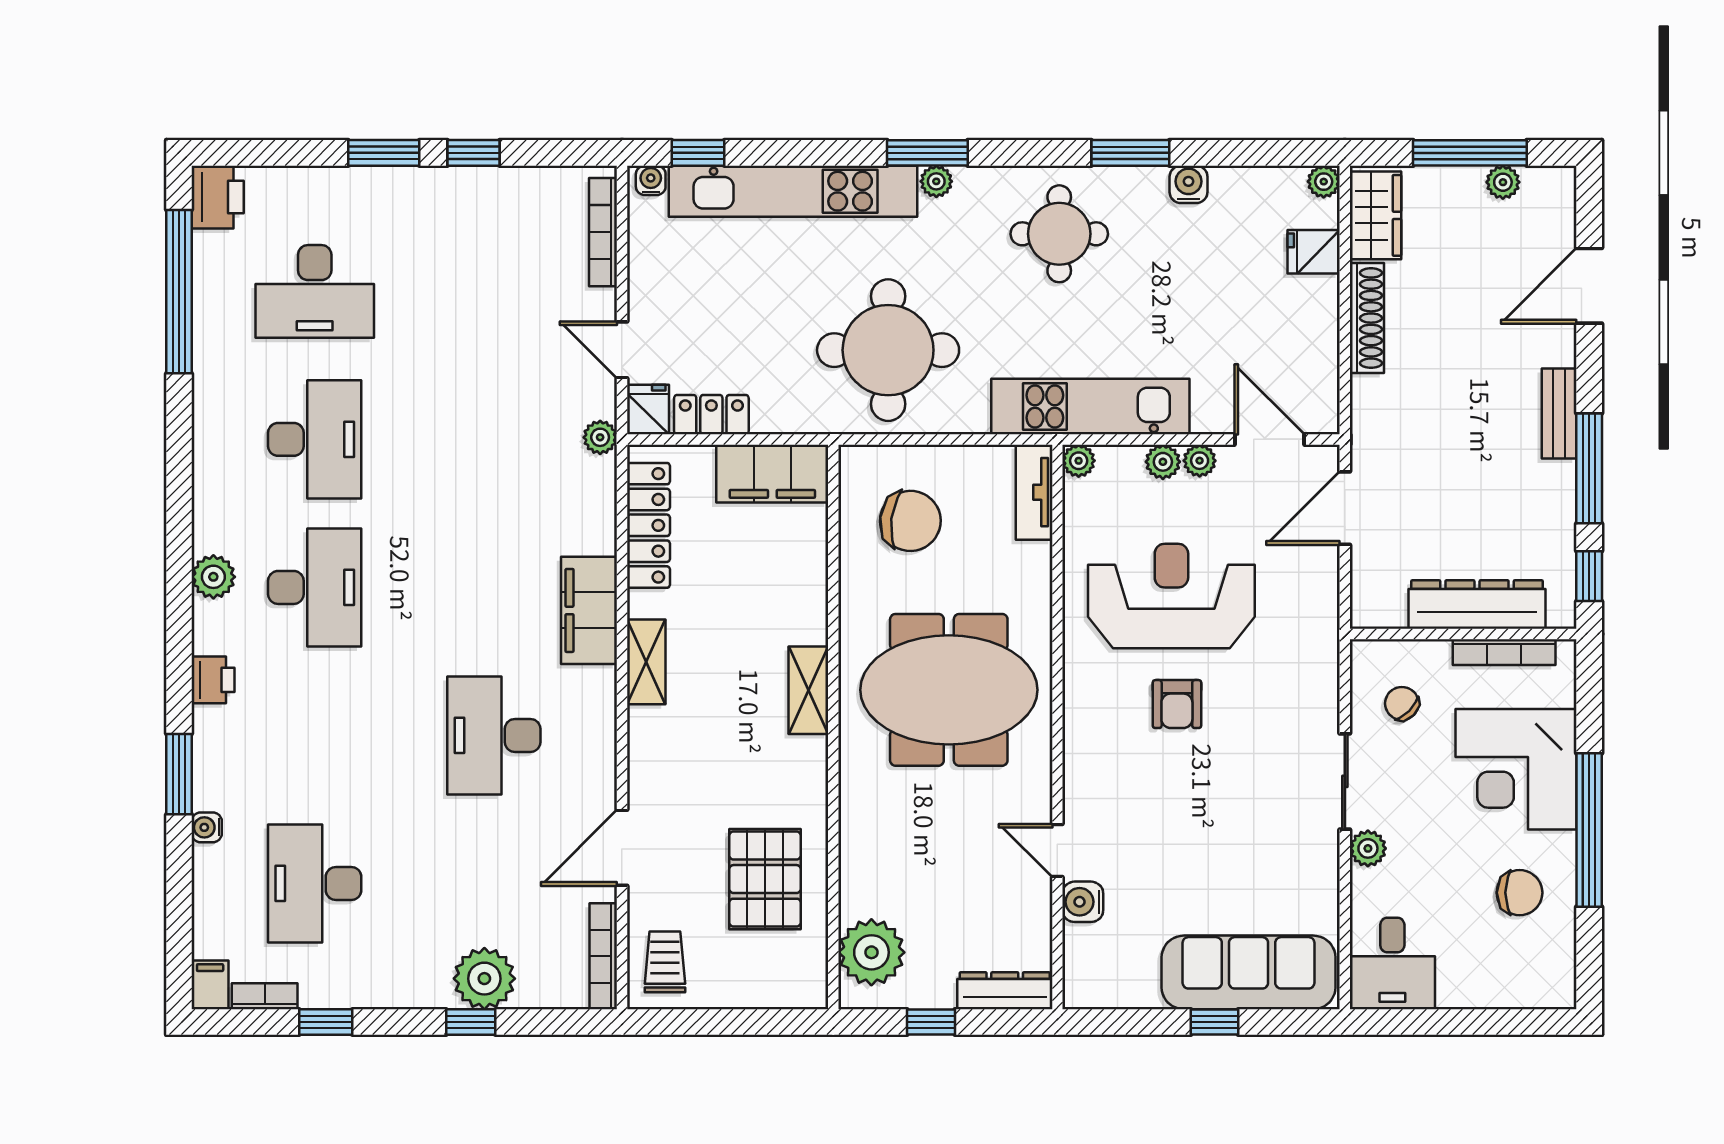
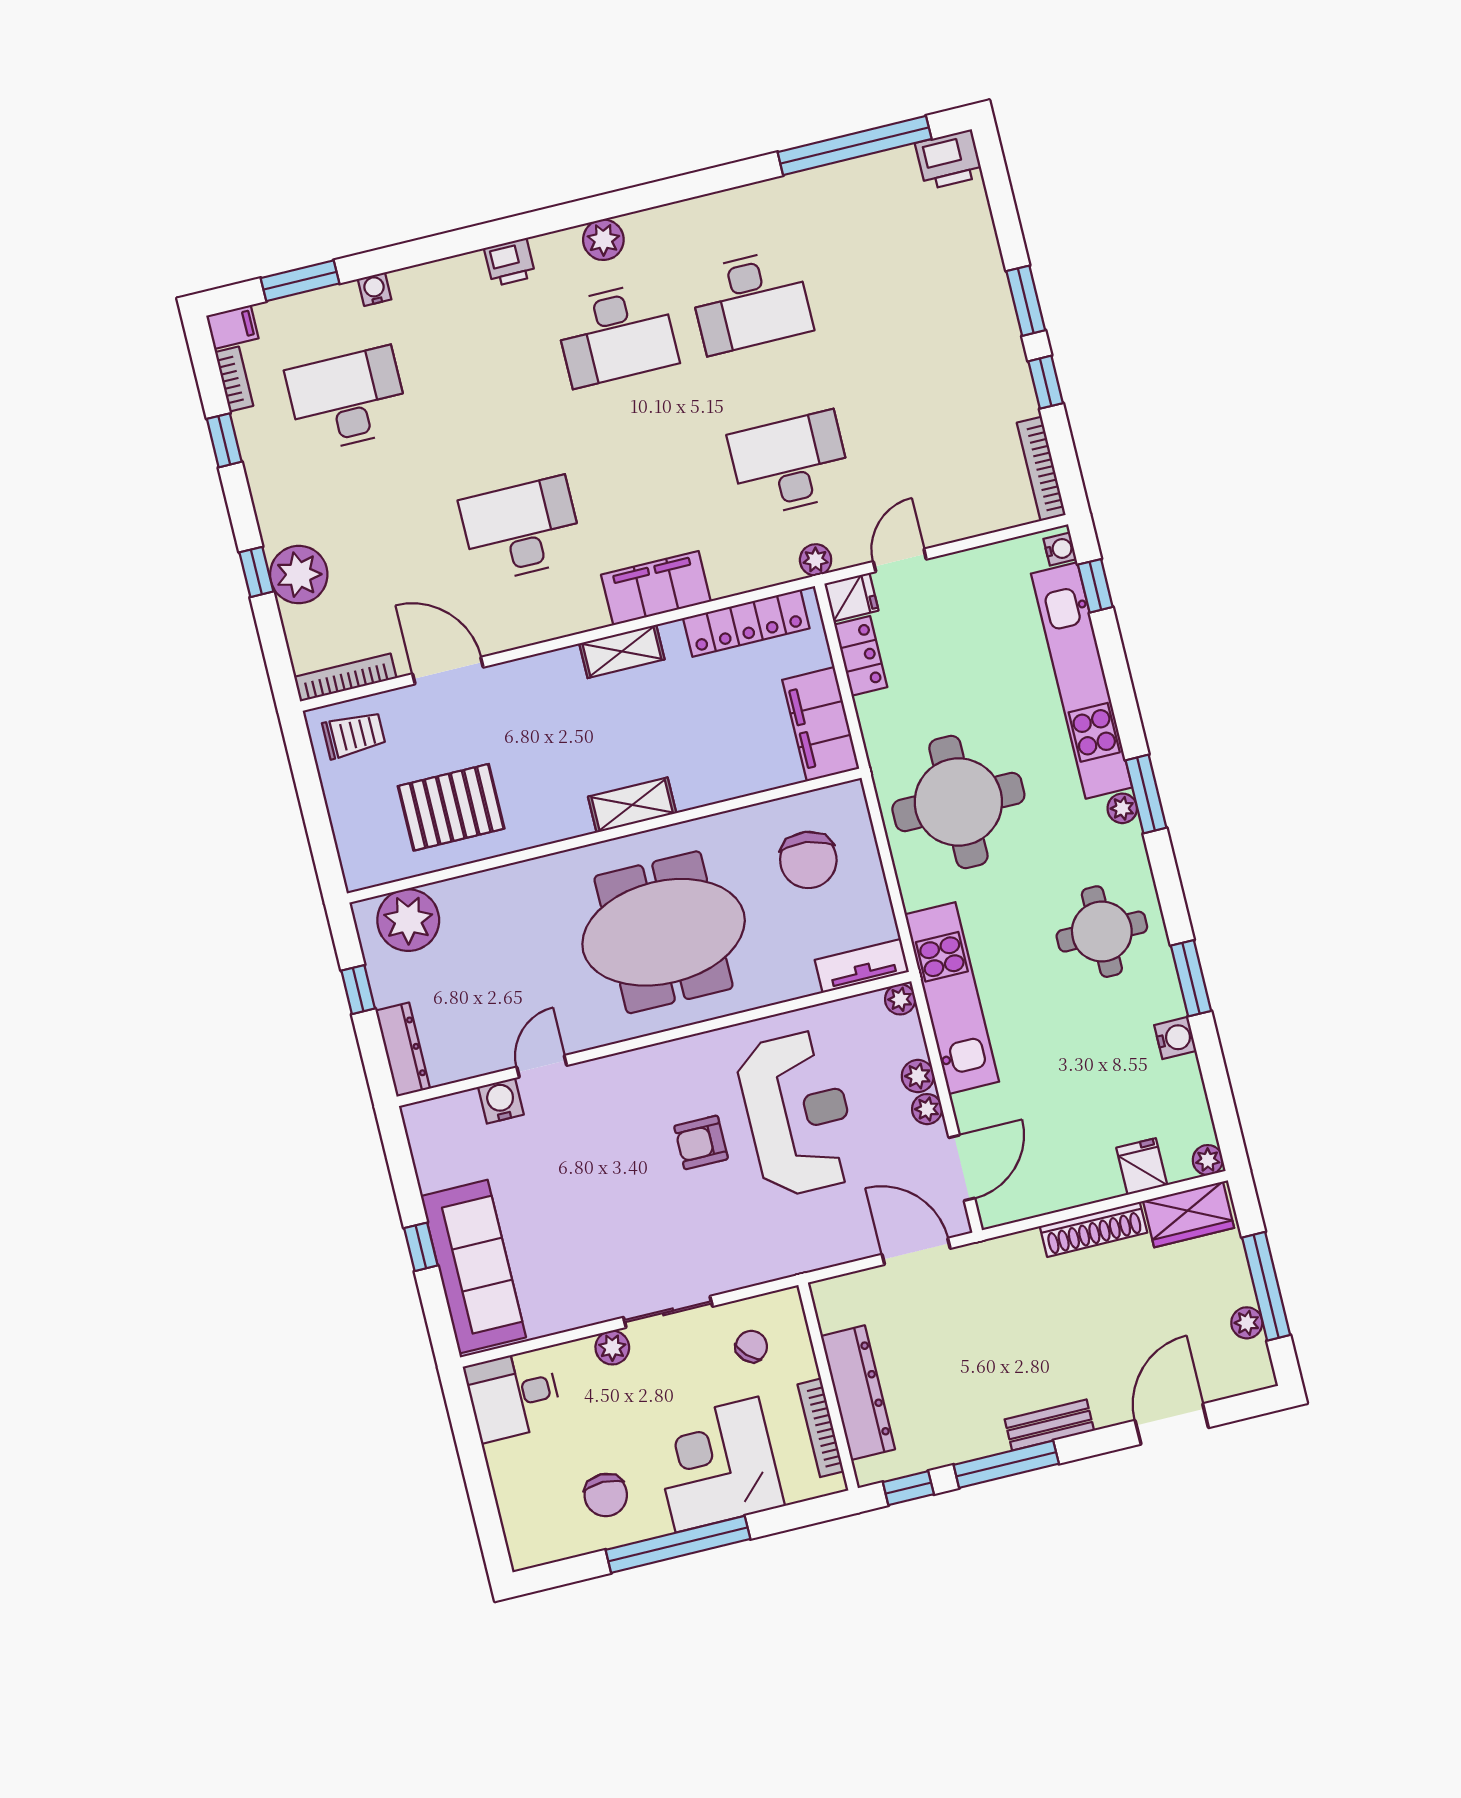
bookcase: (603, 232) -> (1041, 469), moved, turned -90
door: (1589, 286) -> (1172, 1424), hinge flipped
desk: (315, 291) -> (790, 464), moved, turned 90
meeting table: (949, 690) -> (664, 932), turned 90
window: (179, 774) -> (300, 281), moved

